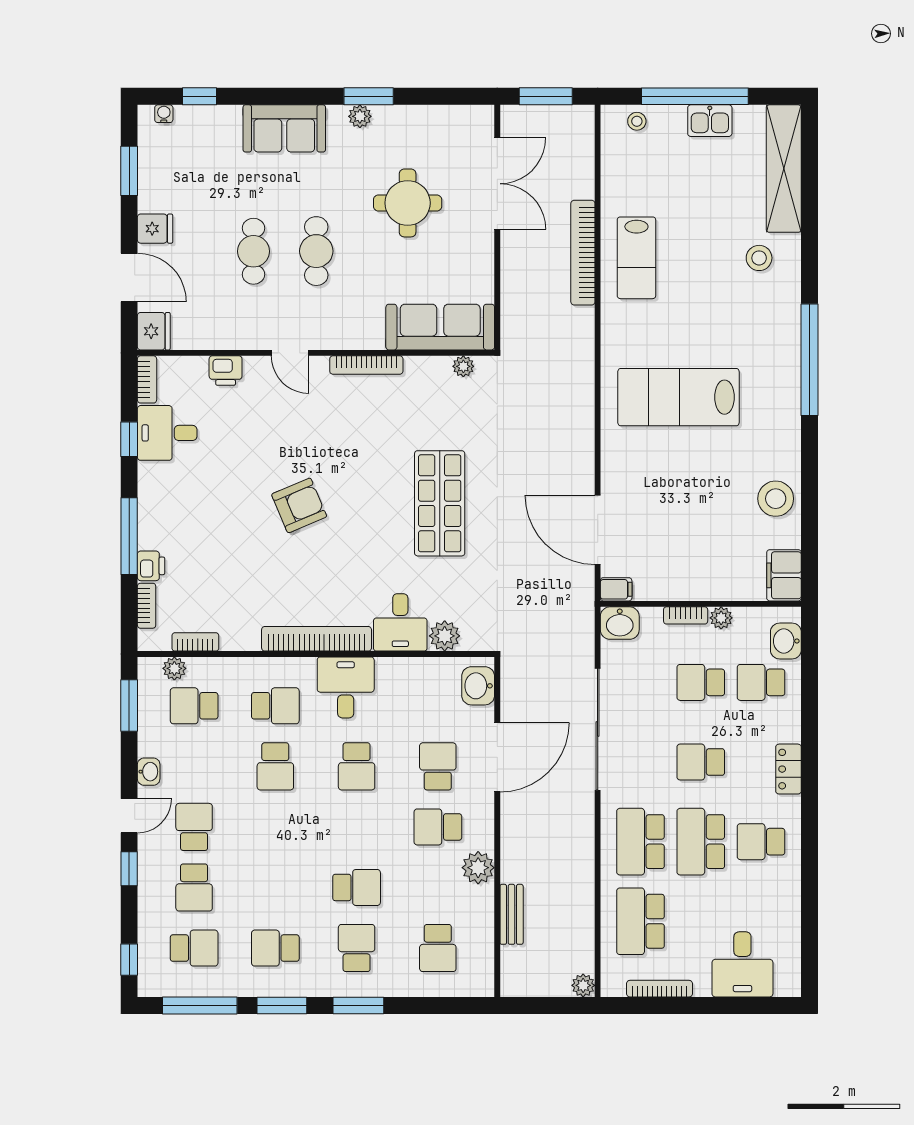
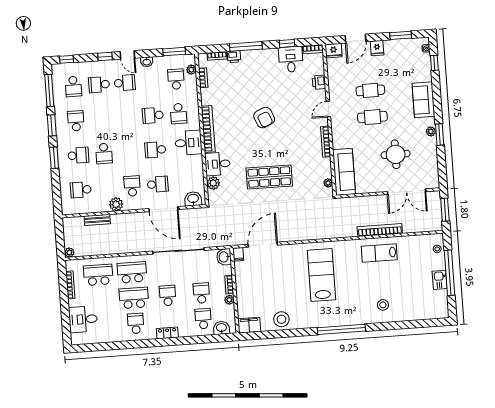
shelving: (784, 169) -> (422, 313), removed

